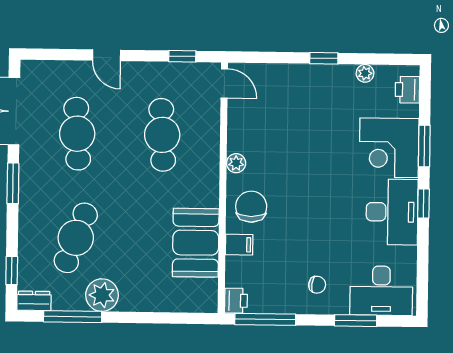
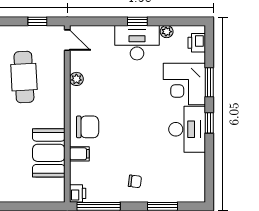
plant: (236, 163) -> (76, 79), moved
chair: (251, 207) -> (88, 127), turned 90
desk: (381, 291) -> (137, 43), moved, turned 180

